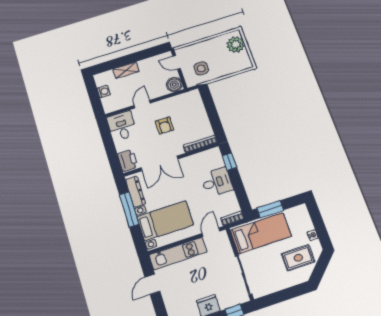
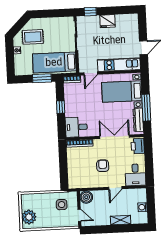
window: (230, 162) -> (61, 107), moved
desk: (217, 182) -> (76, 127), moved

